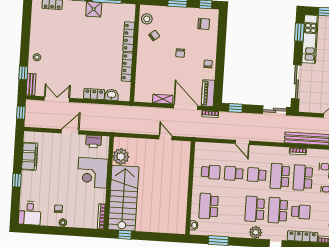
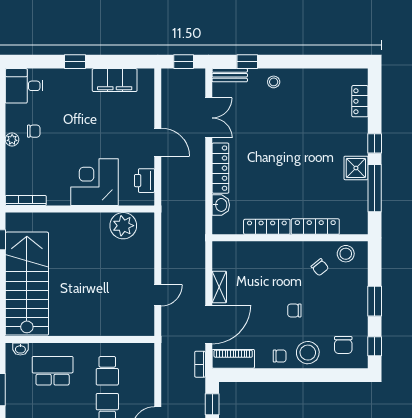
stool: (207, 46) -> (308, 353), added
locker: (94, 94) -> (220, 168), width x1.53
stairs: (123, 198) -> (27, 284), moved, turned -90

